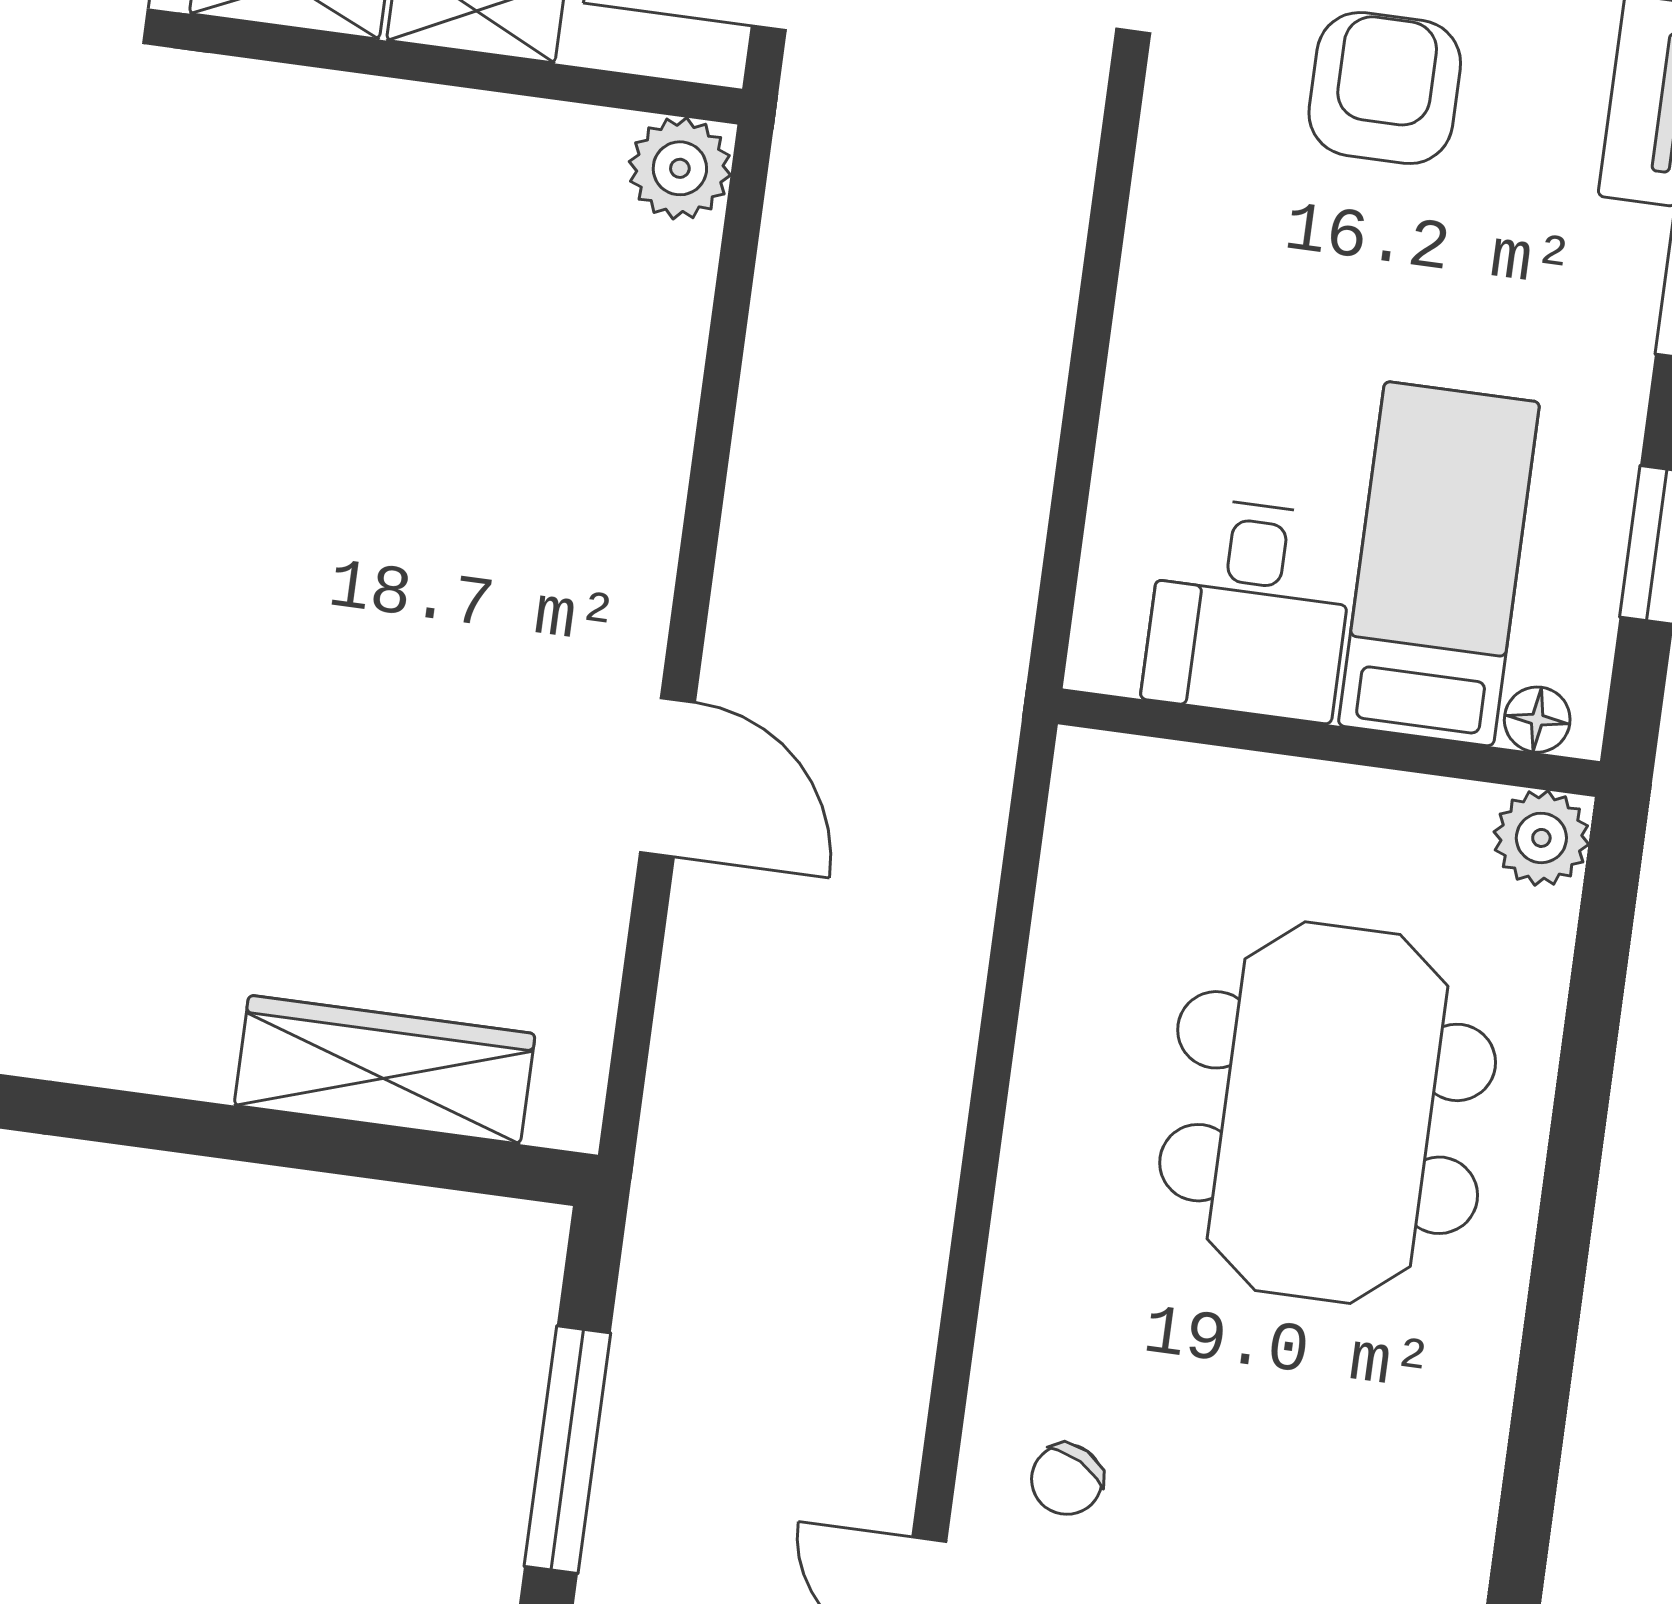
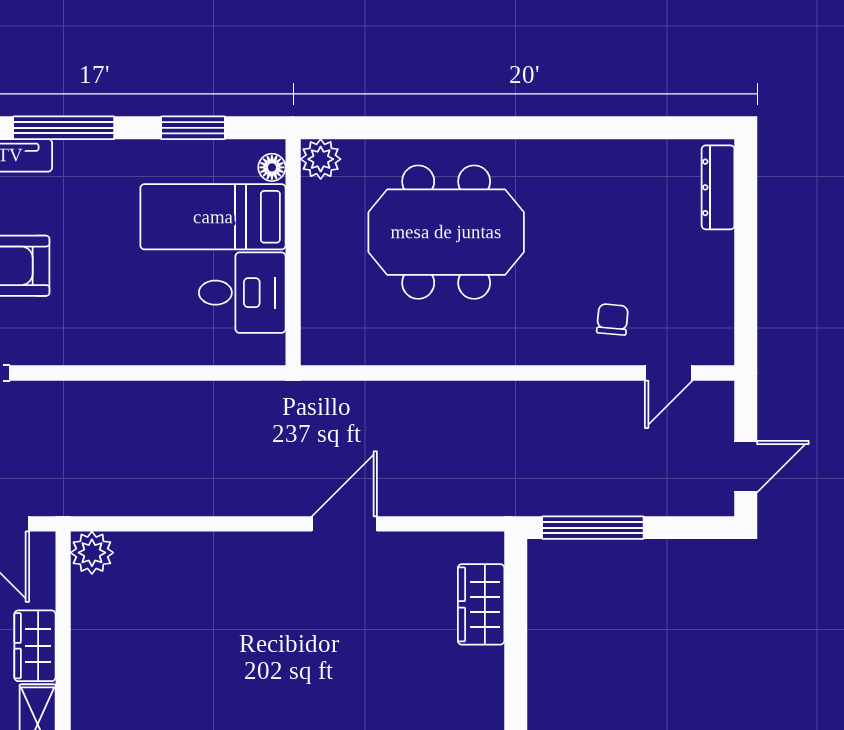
wardrobe: (385, 1069) -> (481, 604), width x0.67
window: (567, 1450) -> (593, 528), moved
chair: (1067, 1479) -> (612, 319), turned -114

